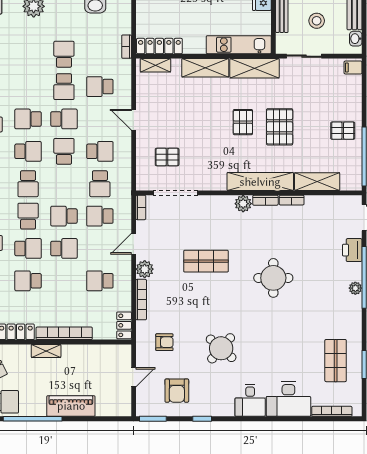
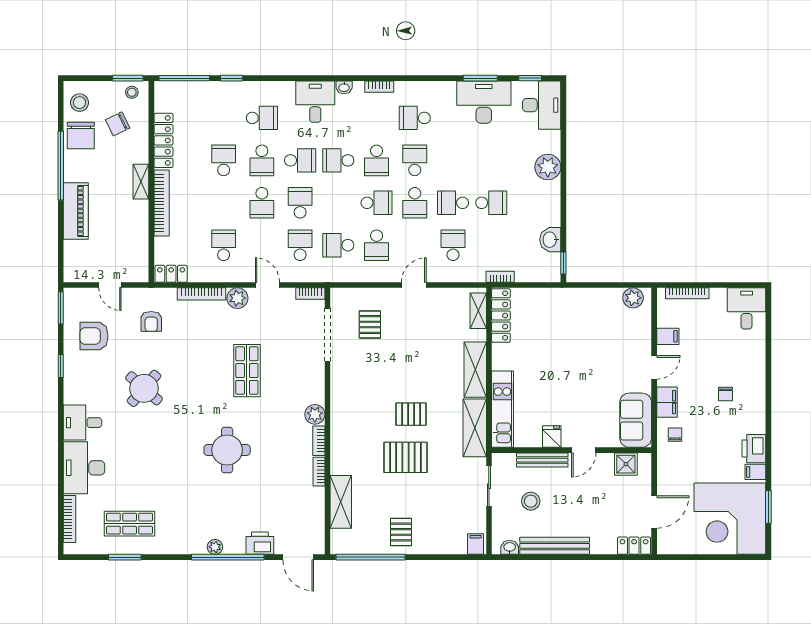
shelving: (260, 182) -> (341, 435), removed

